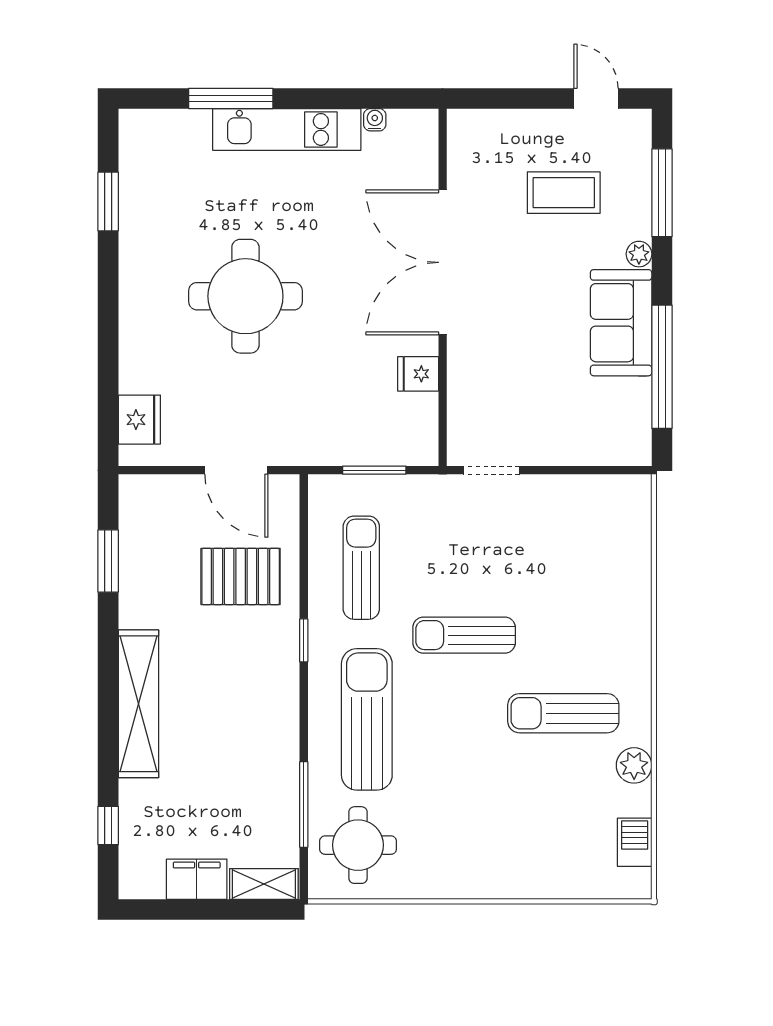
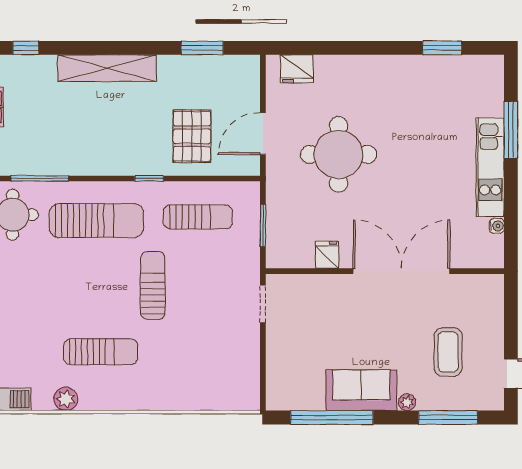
round table: (245, 296) -> (338, 154), moved
sun lounger: (563, 713) -> (101, 352), turned 90

